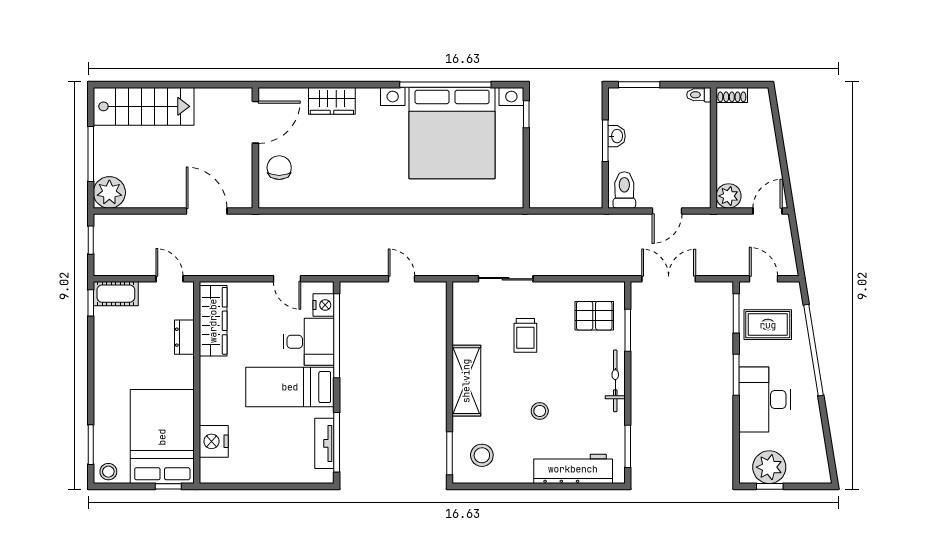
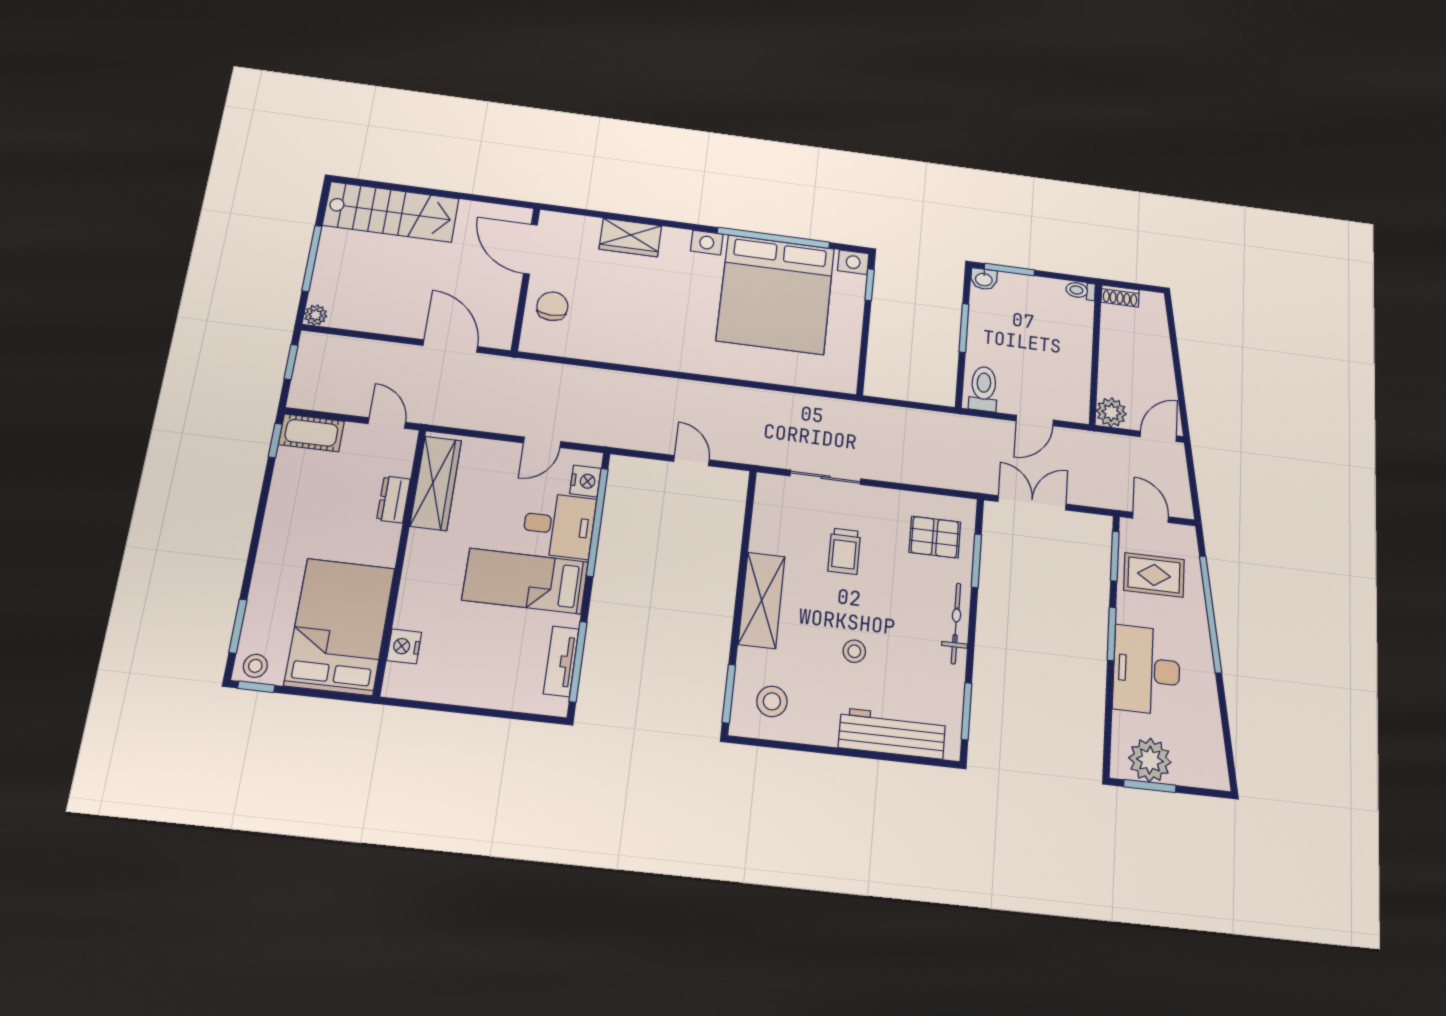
door: (255, 122) -> (530, 249), swing flipped
washbasin: (617, 136) -> (984, 279), moved, turned 90
plant: (109, 192) -> (316, 315), width x0.53, depth x0.53
door: (287, 279) -> (542, 442), hinge flipped
nightstand: (214, 441) -> (404, 646), width x0.74, depth x0.75
window: (168, 486) -> (256, 687), moved
window: (770, 486) -> (1150, 786), width x1.50

